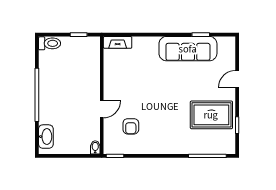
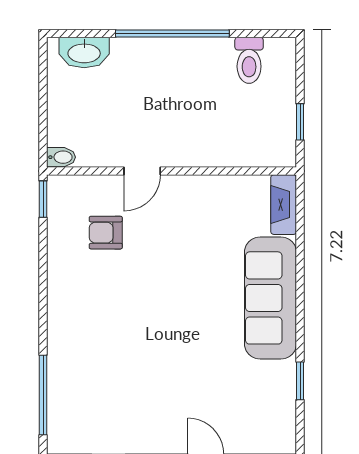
toilet: (50, 43) -> (249, 60), moved
sofa: (188, 49) -> (271, 298), moved
door: (102, 109) -> (142, 171), hinge flipped
rug: (211, 115) -> (130, 404), removed

